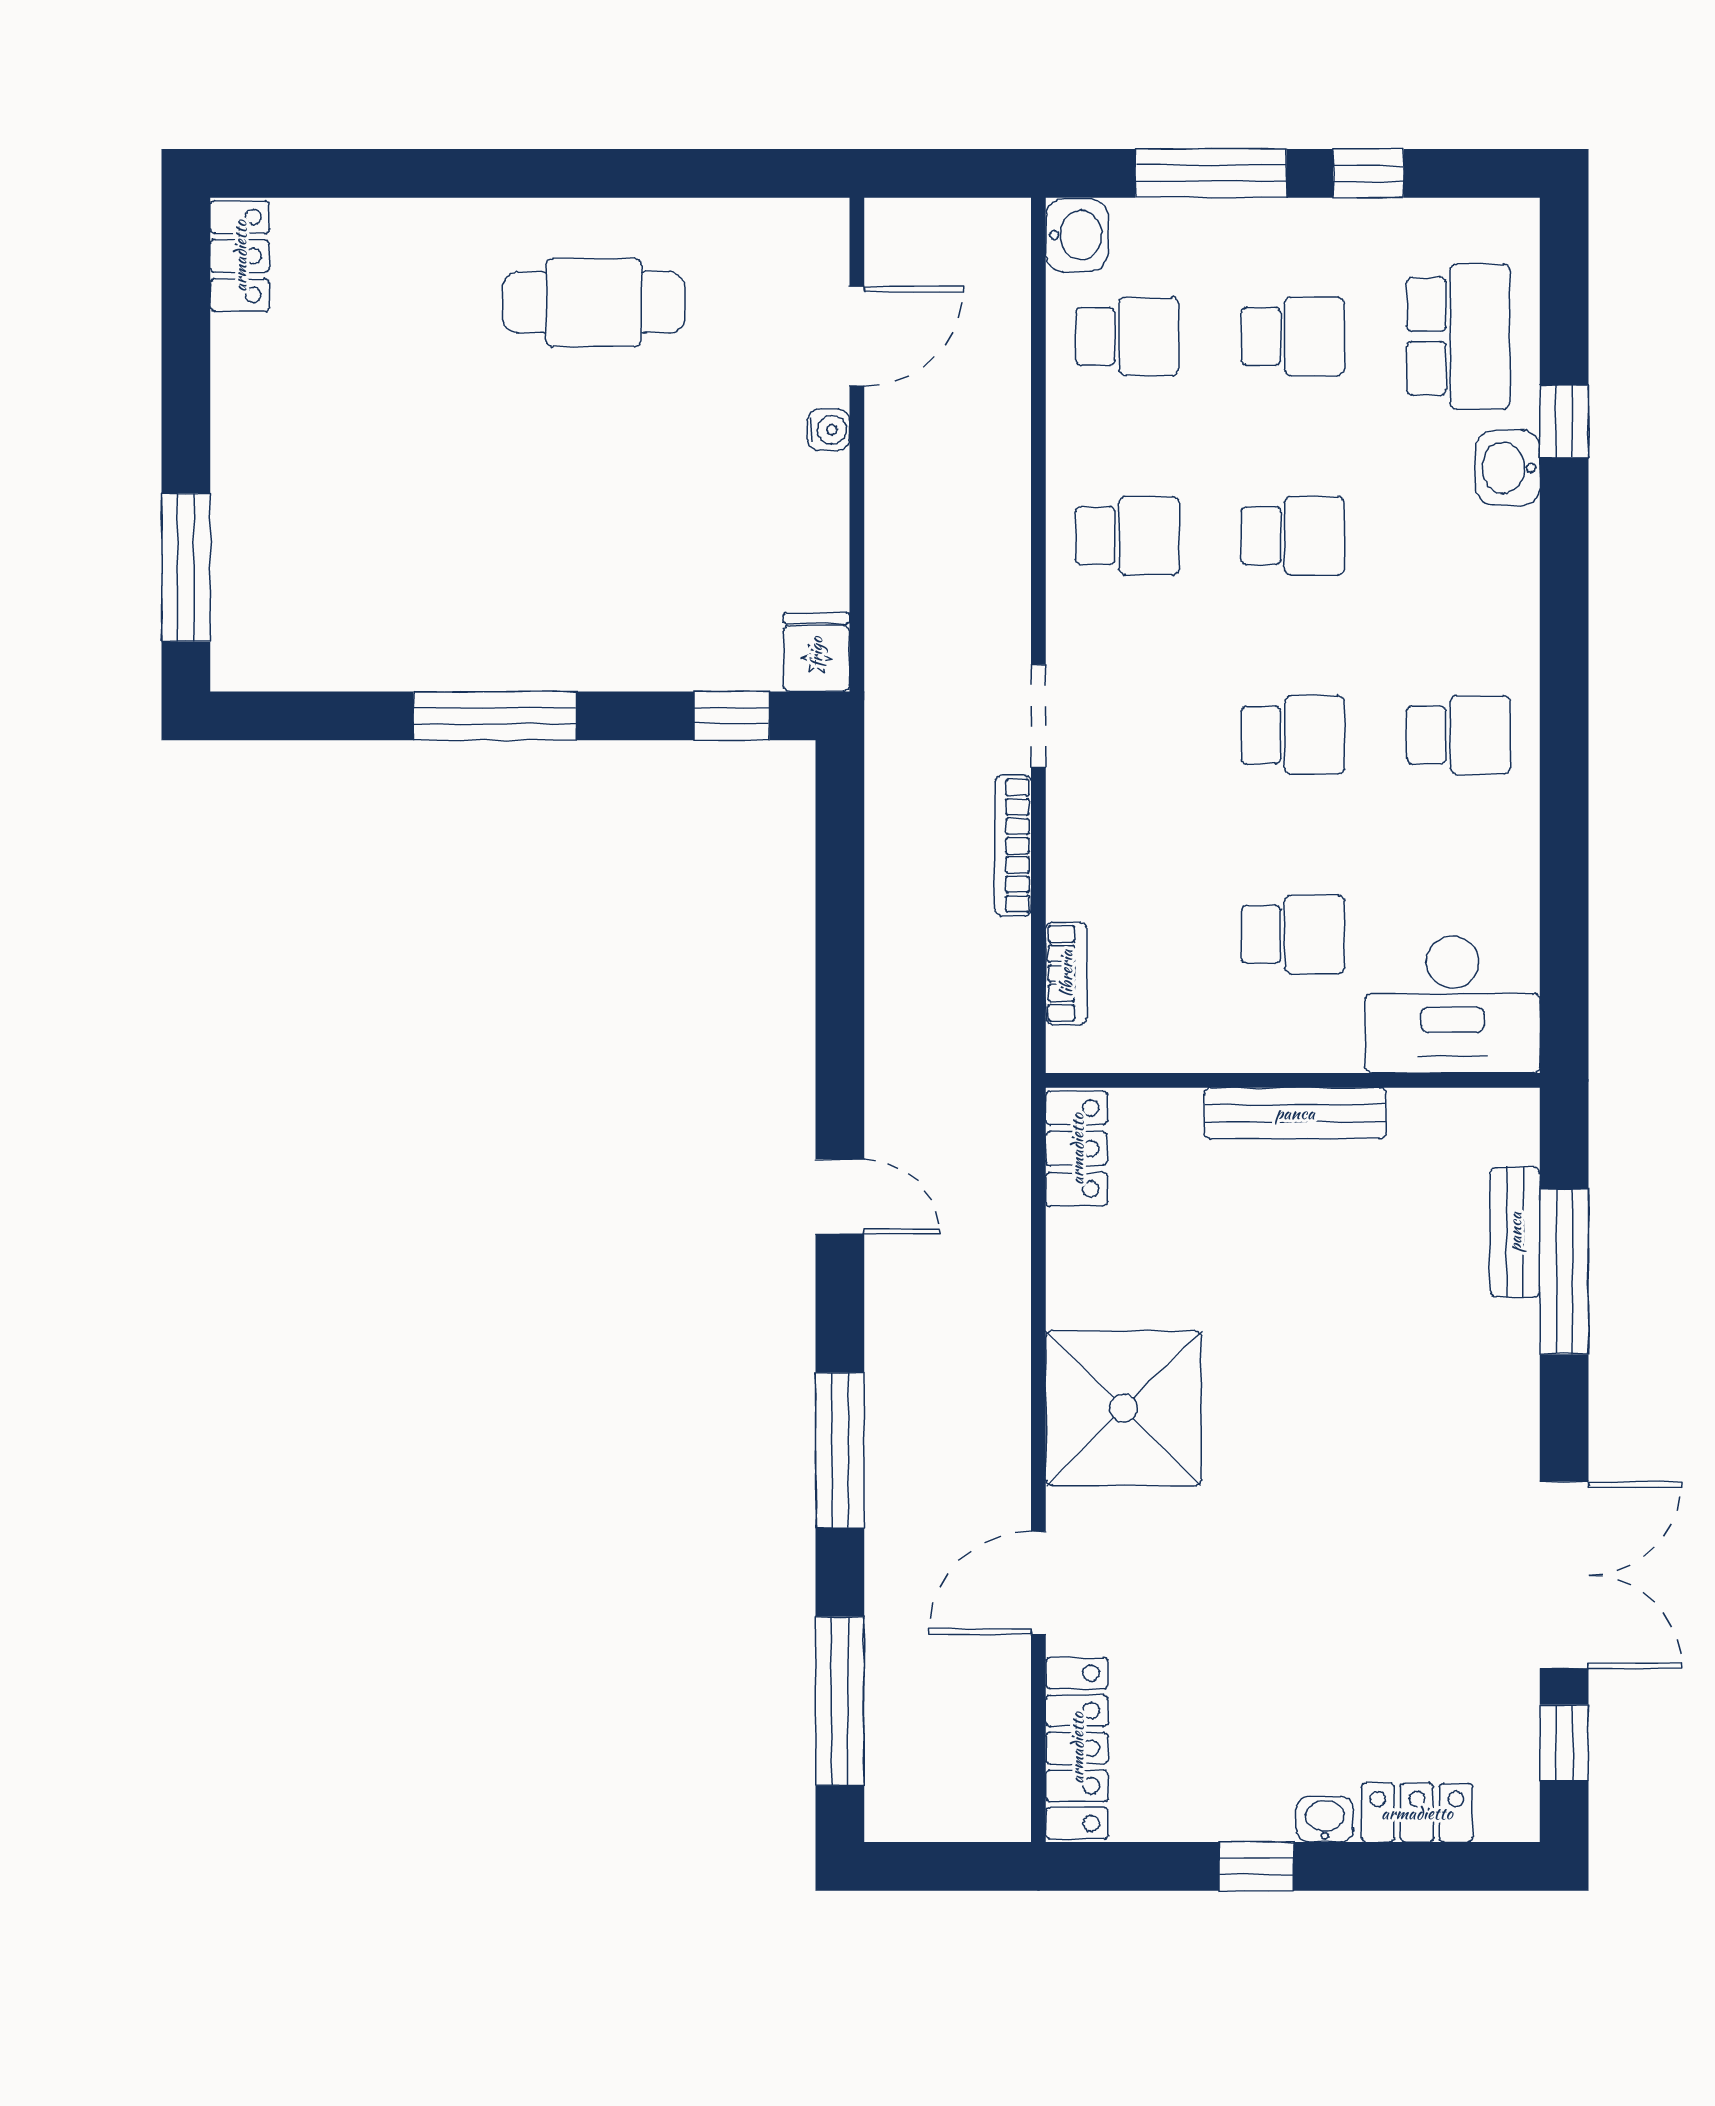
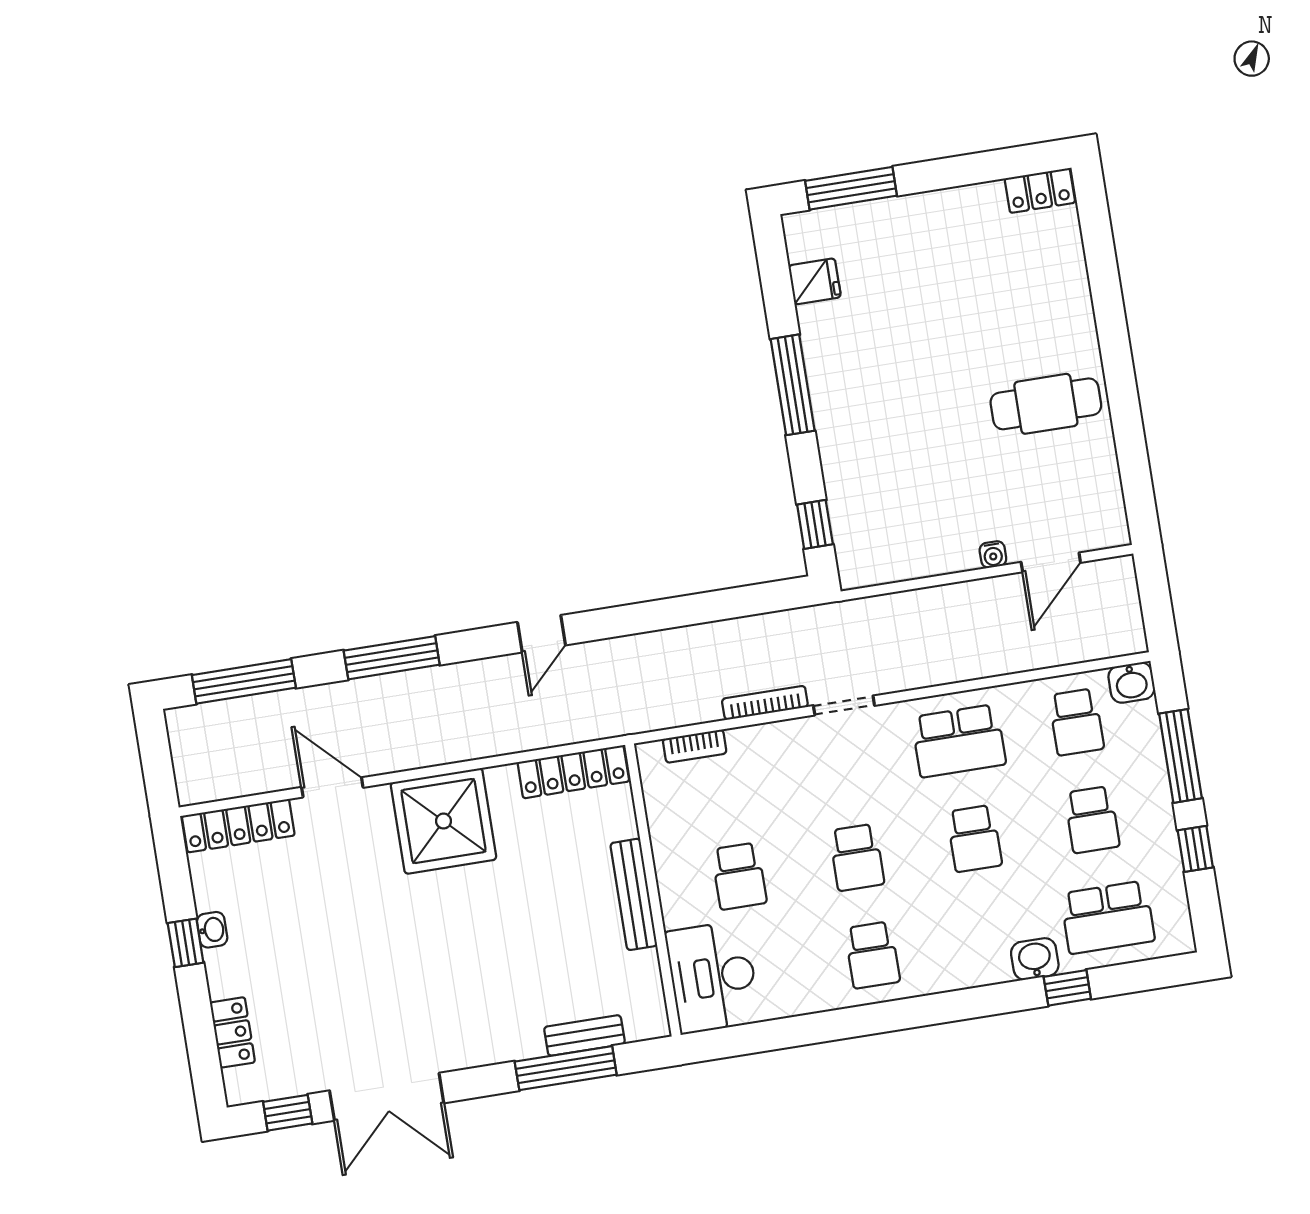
cafe table: (594, 302) -> (1046, 404), turned 90
door: (857, 336) -> (1051, 562), hinge flipped
school desk: (1127, 536) -> (959, 741), width x1.85
fridge: (816, 652) -> (815, 281), moved
locker: (1077, 1149) -> (573, 772), width x1.53
washbasin: (1325, 1819) -> (212, 930), moved

